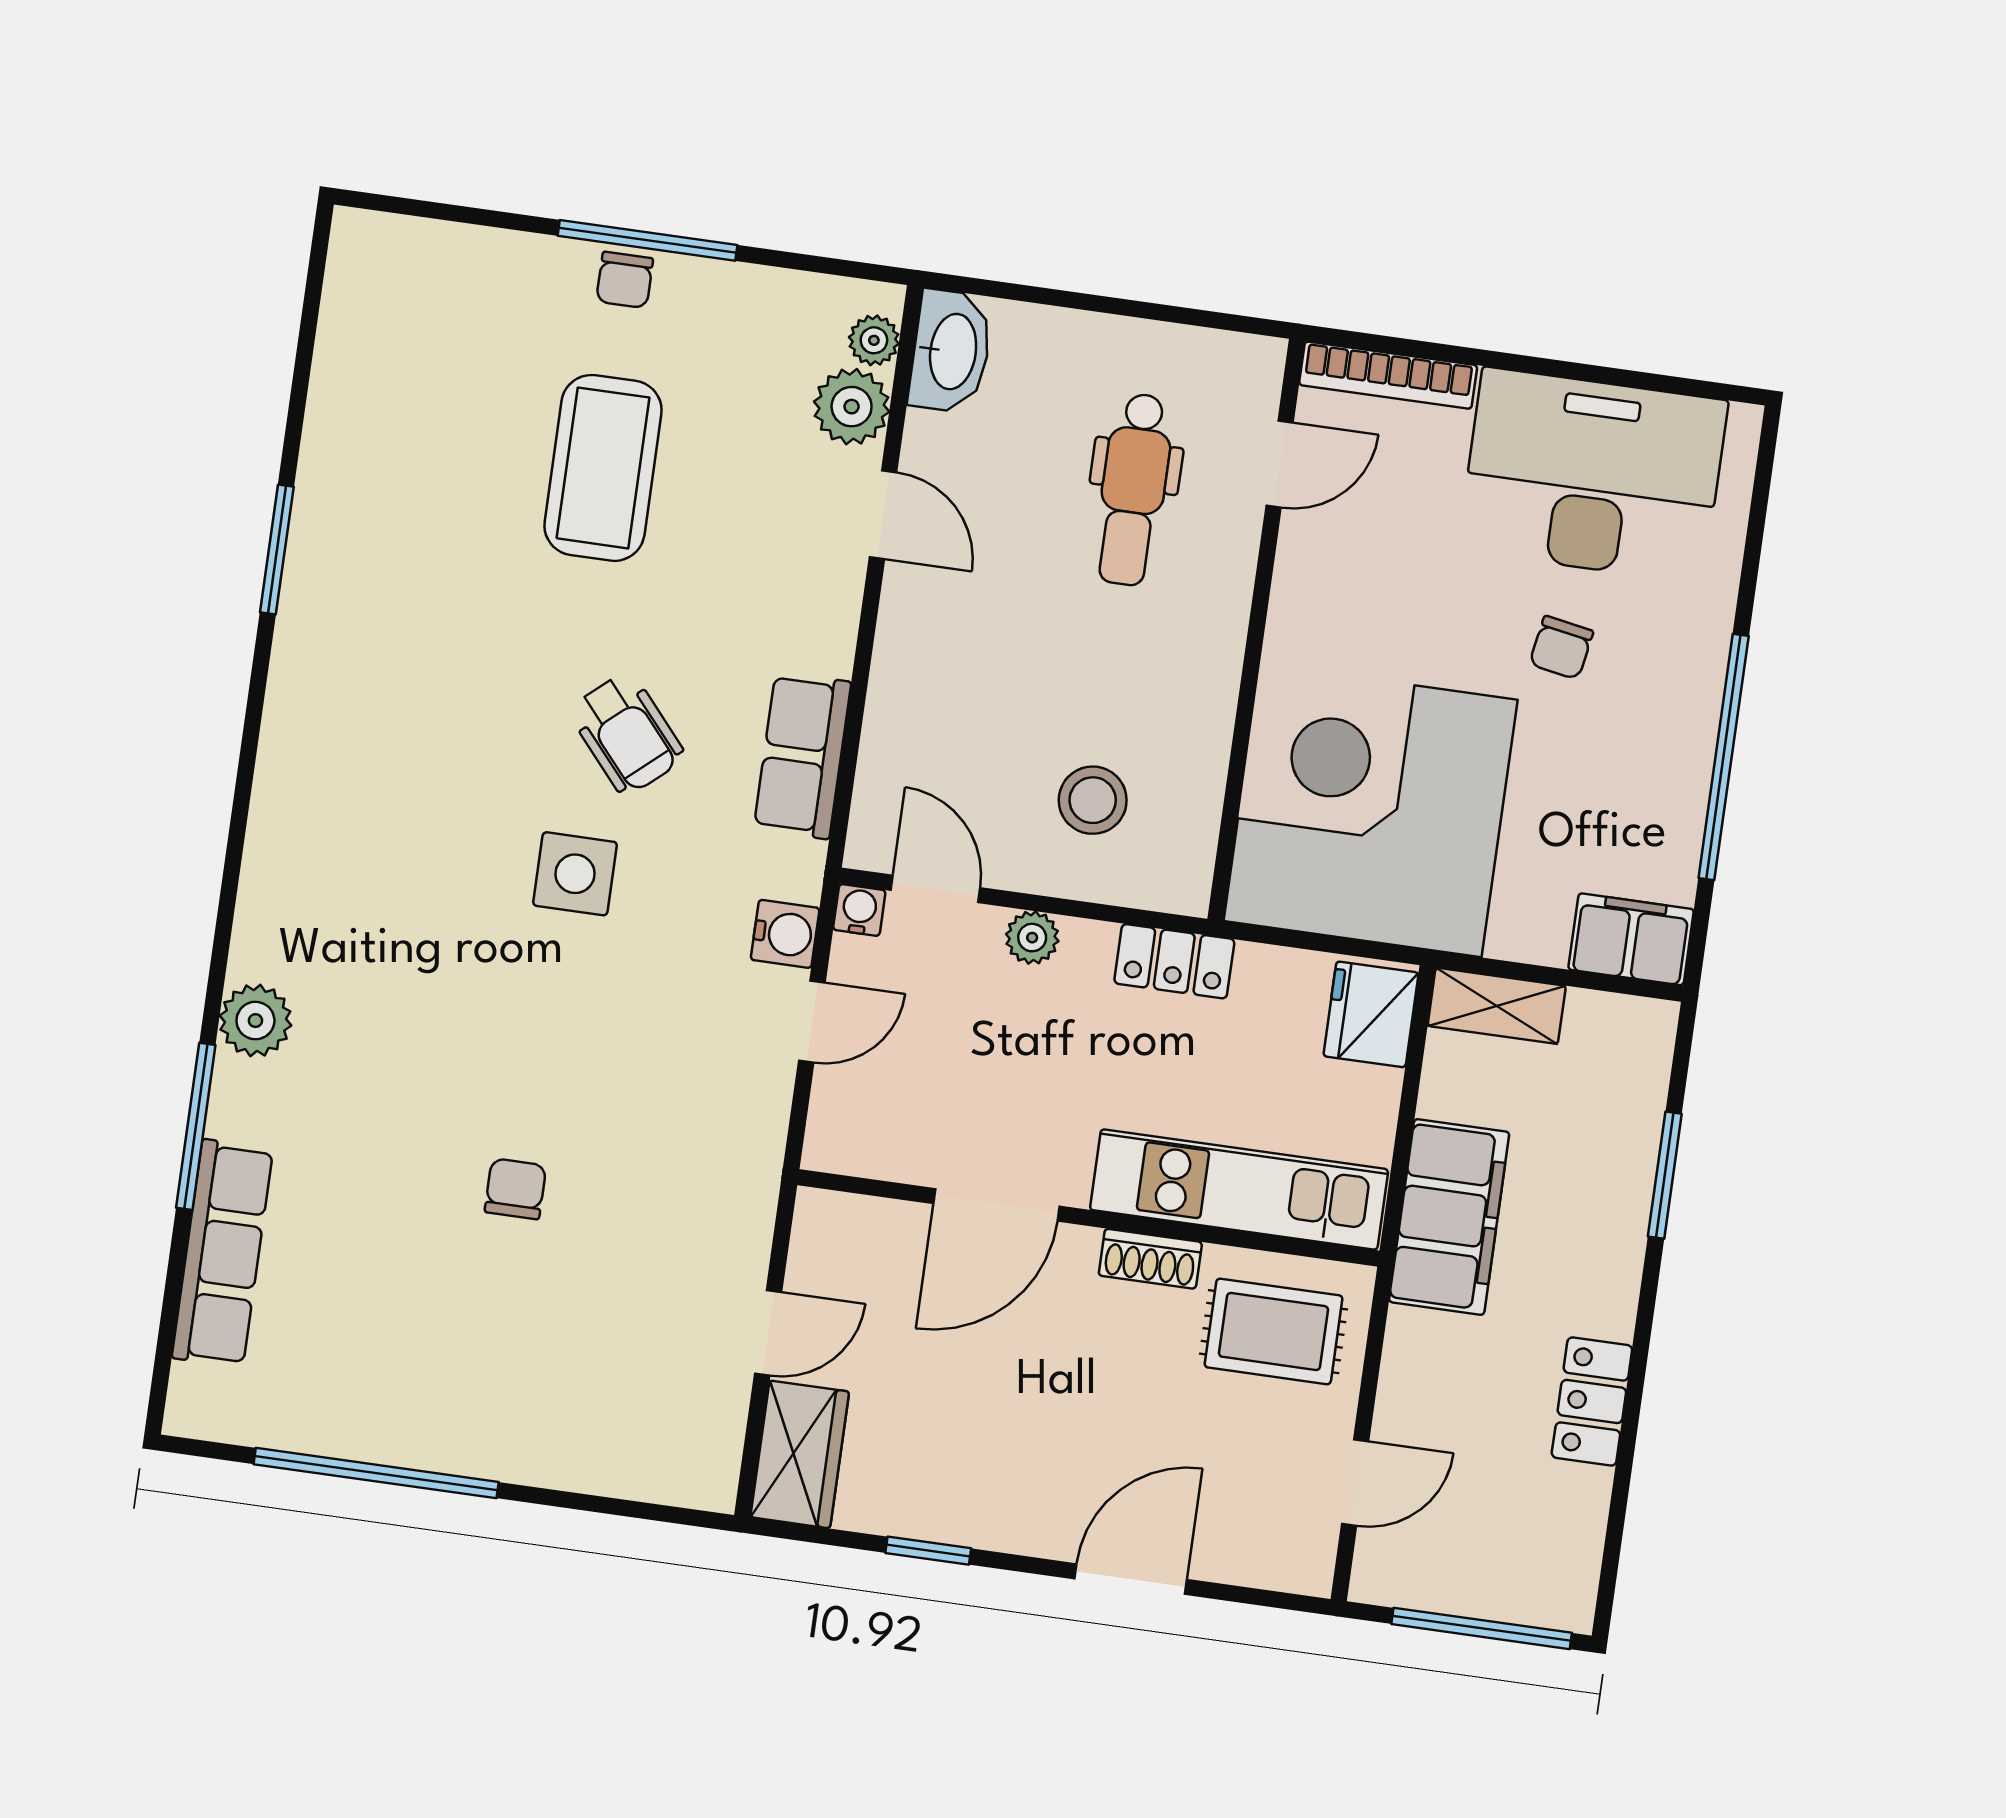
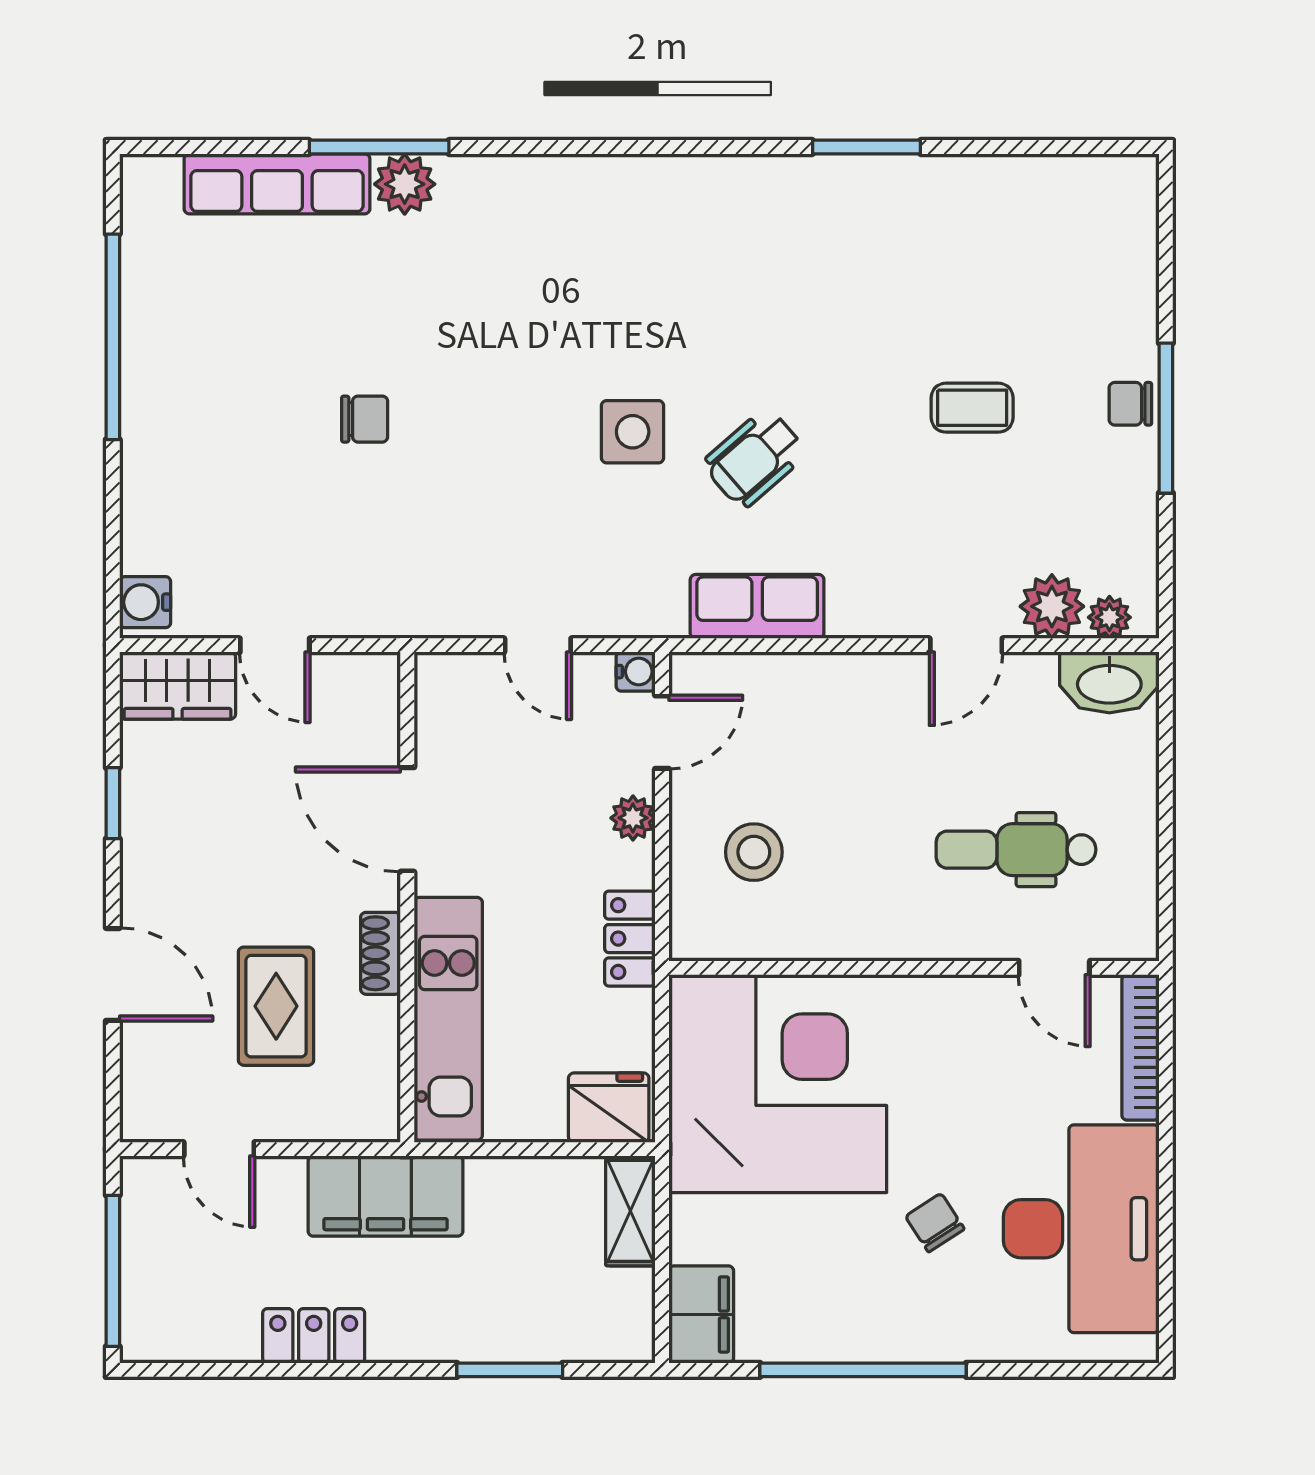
coffee table: (603, 468) -> (972, 408), width x0.54, depth x0.58
chair: (1561, 648) -> (935, 1223), turned 47
water cooler: (785, 934) -> (145, 602), moved, turned 90
plant: (255, 1021) -> (405, 184), moved
filing cabinet: (1449, 1217) -> (385, 1196), moved
rug: (1274, 1331) -> (276, 1006), moved

